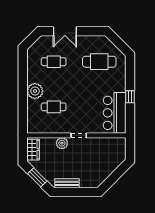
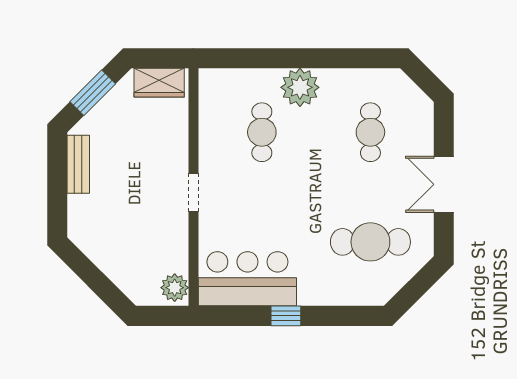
double door: (65, 31) -> (444, 184), moved
cafe table: (99, 62) -> (370, 242), turned 90
plant: (62, 143) -> (175, 288), moved

